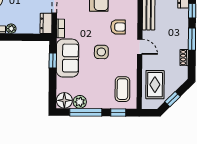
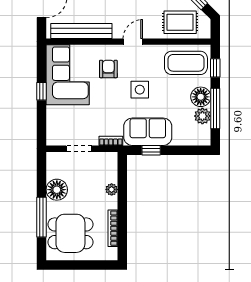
dresser: (46, 23) -> (105, 159), removed
plant: (11, 29) -> (112, 189), moved
coffee table: (122, 89) -> (186, 63), width x1.36, depth x1.32
floor lamp: (64, 100) -> (201, 97), moved

